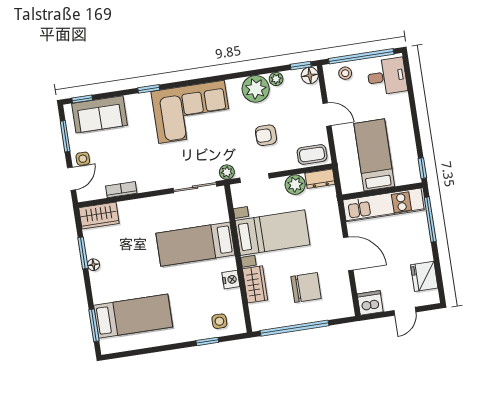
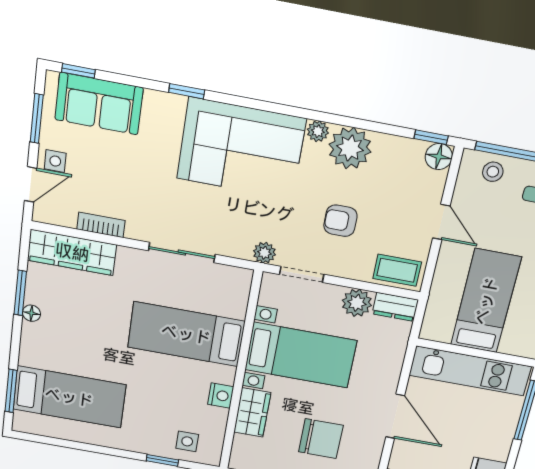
plant: (276, 79) -> (318, 131), moved
sliding door: (195, 187) -> (182, 253), moved
wardrobe: (99, 216) -> (72, 252), width x1.50

